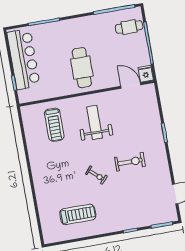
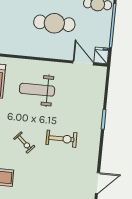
cafe table: (82, 68) -> (54, 23), moved, turned 90
weight bench: (95, 122) -> (37, 90), turned -90

